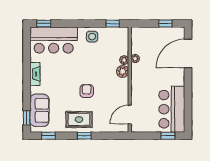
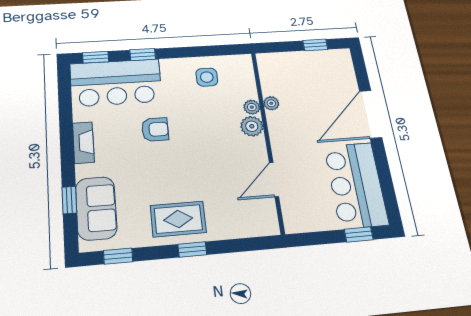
window: (113, 24) -> (143, 55), moved
side table: (92, 37) -> (207, 77), moved
door: (188, 53) -> (371, 114), moved
armchair: (87, 91) -> (155, 129), moved, turned 90
door: (130, 115) -> (274, 179), moved
window: (27, 118) -> (69, 200), moved

